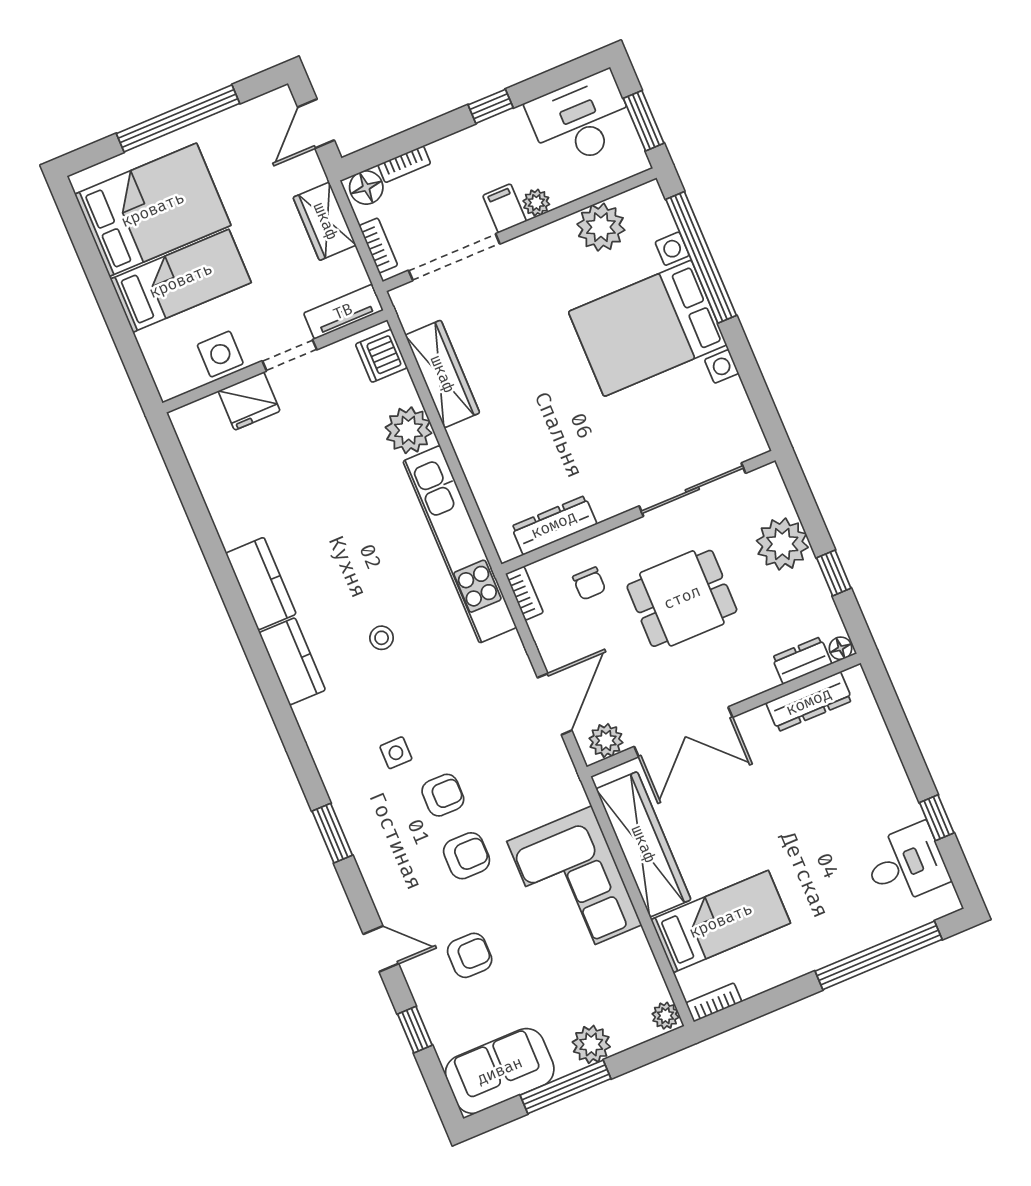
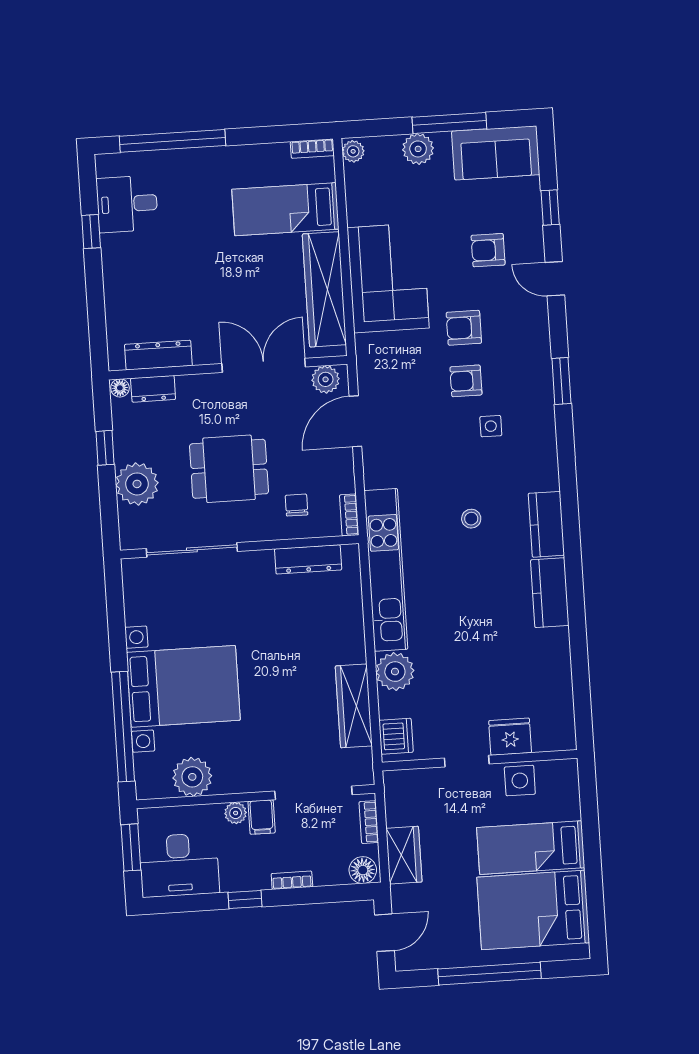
bookcase: (404, 164) -> (292, 880), moved
tv unit: (343, 312) -> (413, 780), removed

